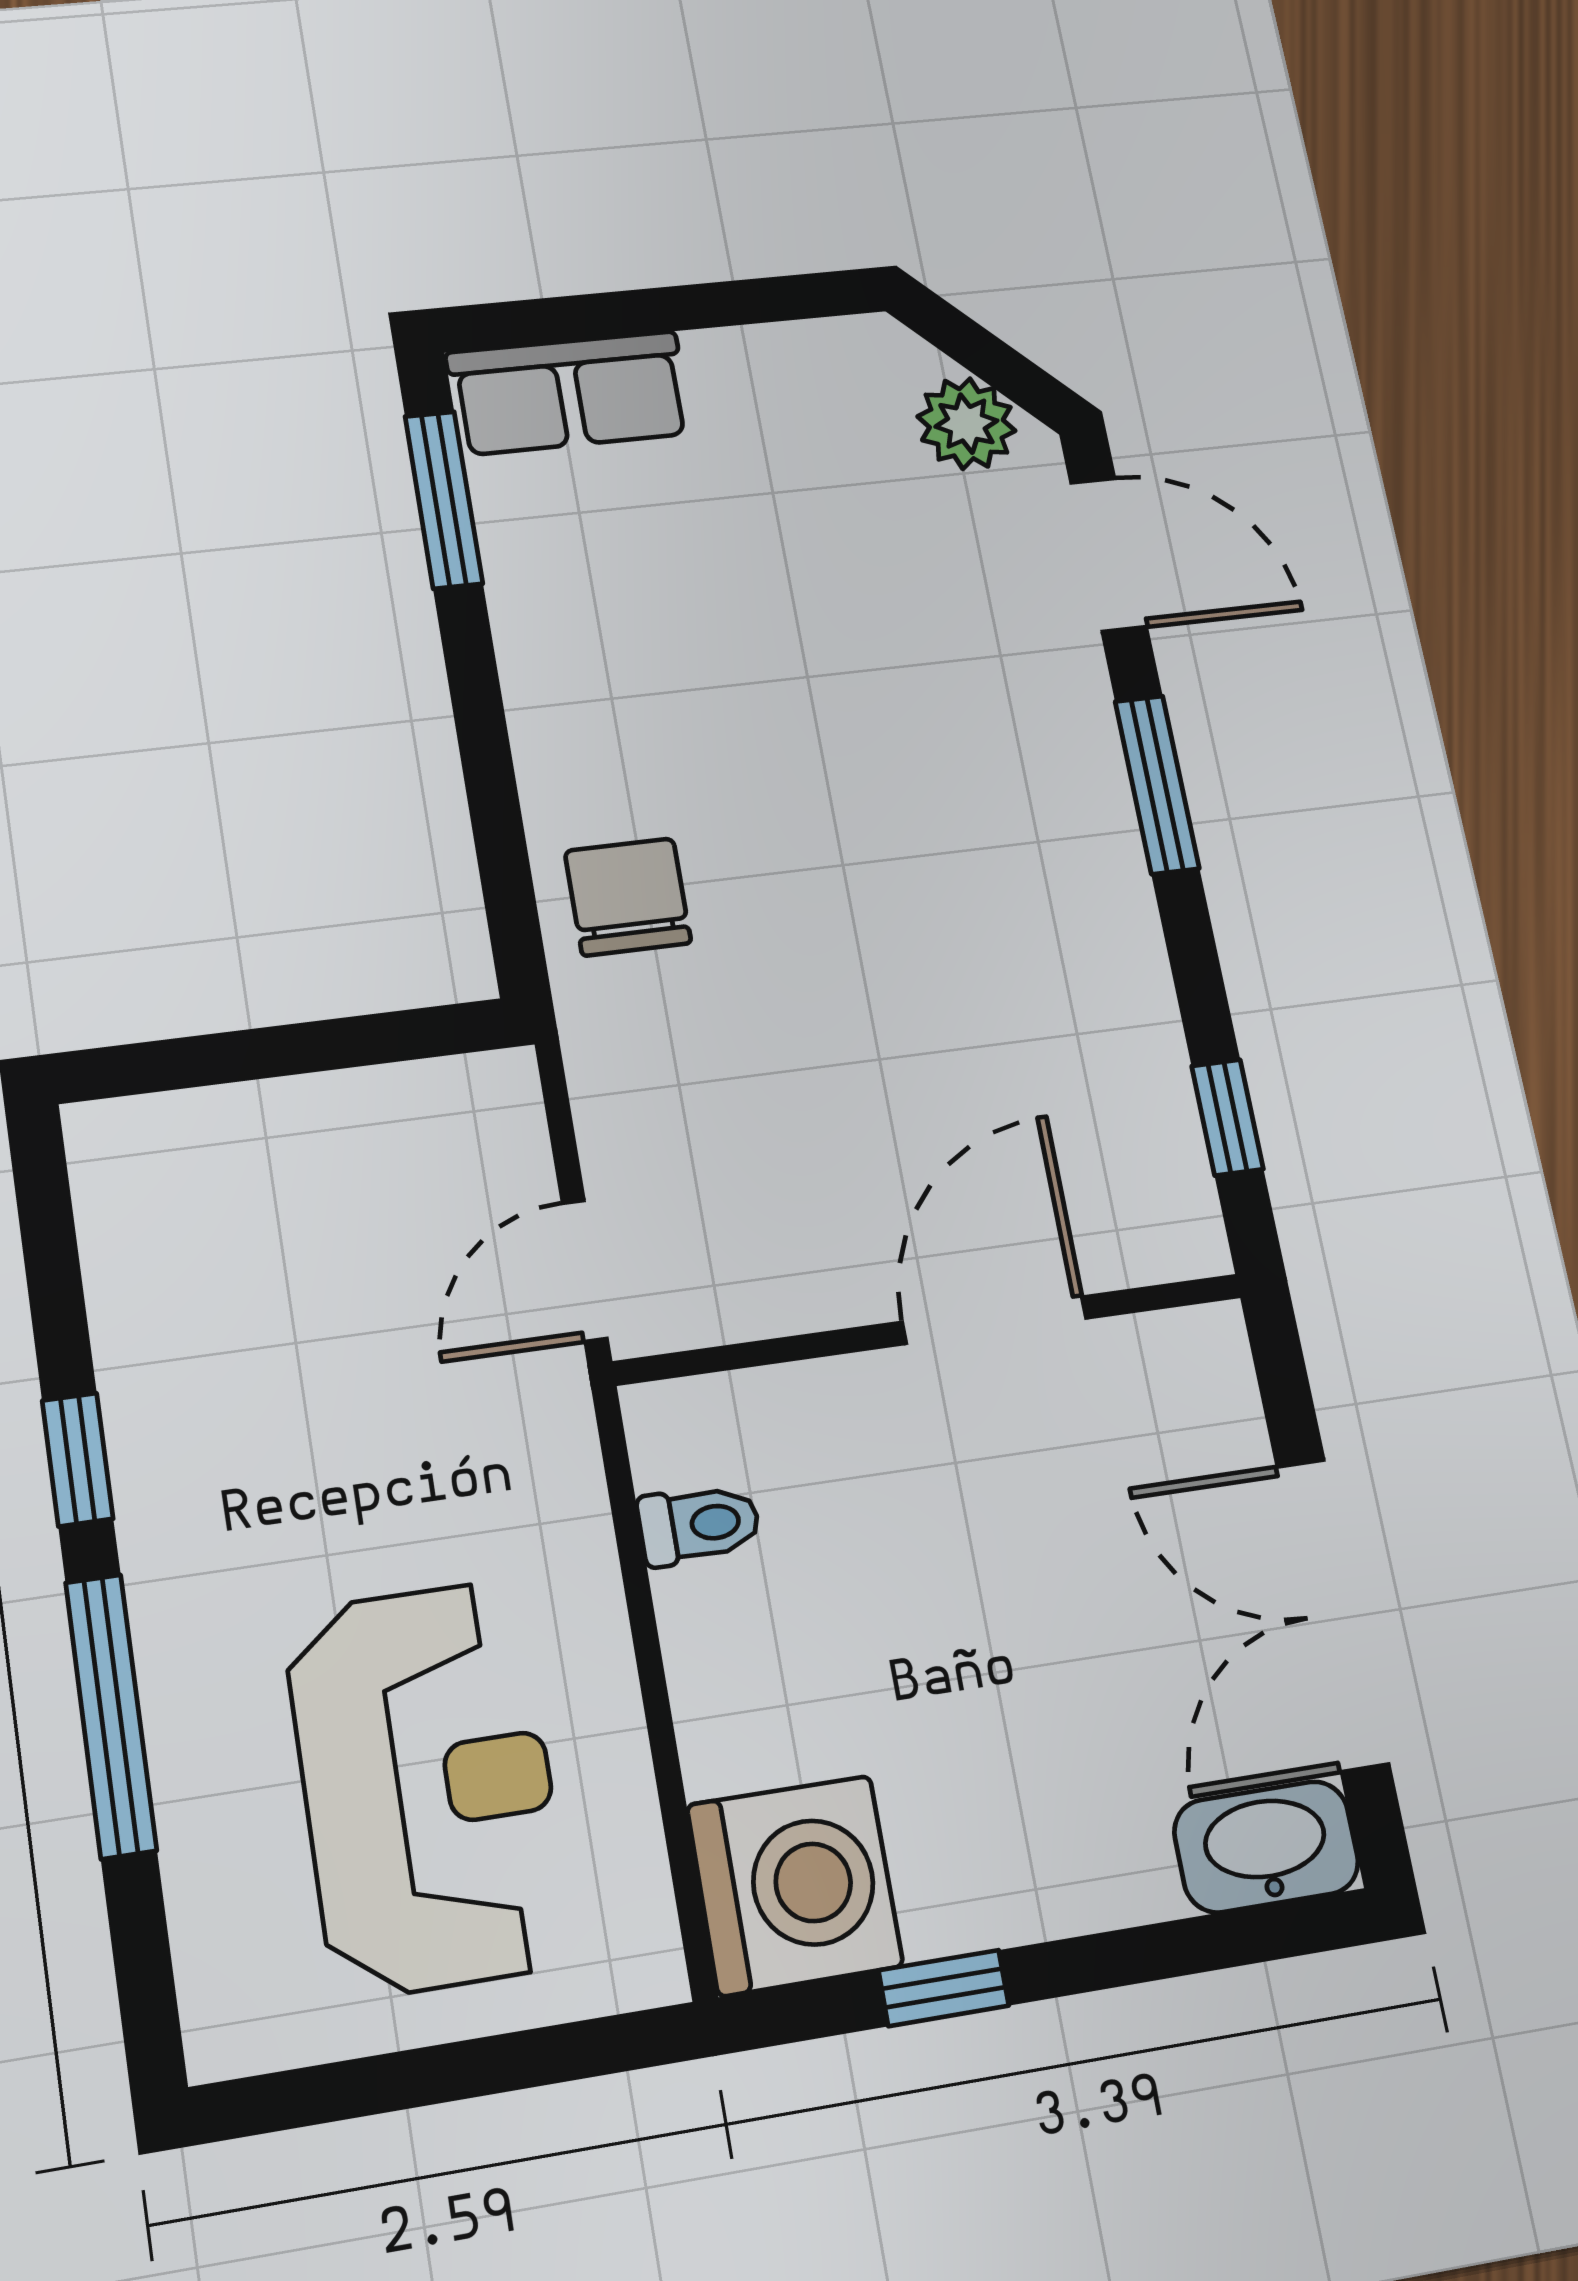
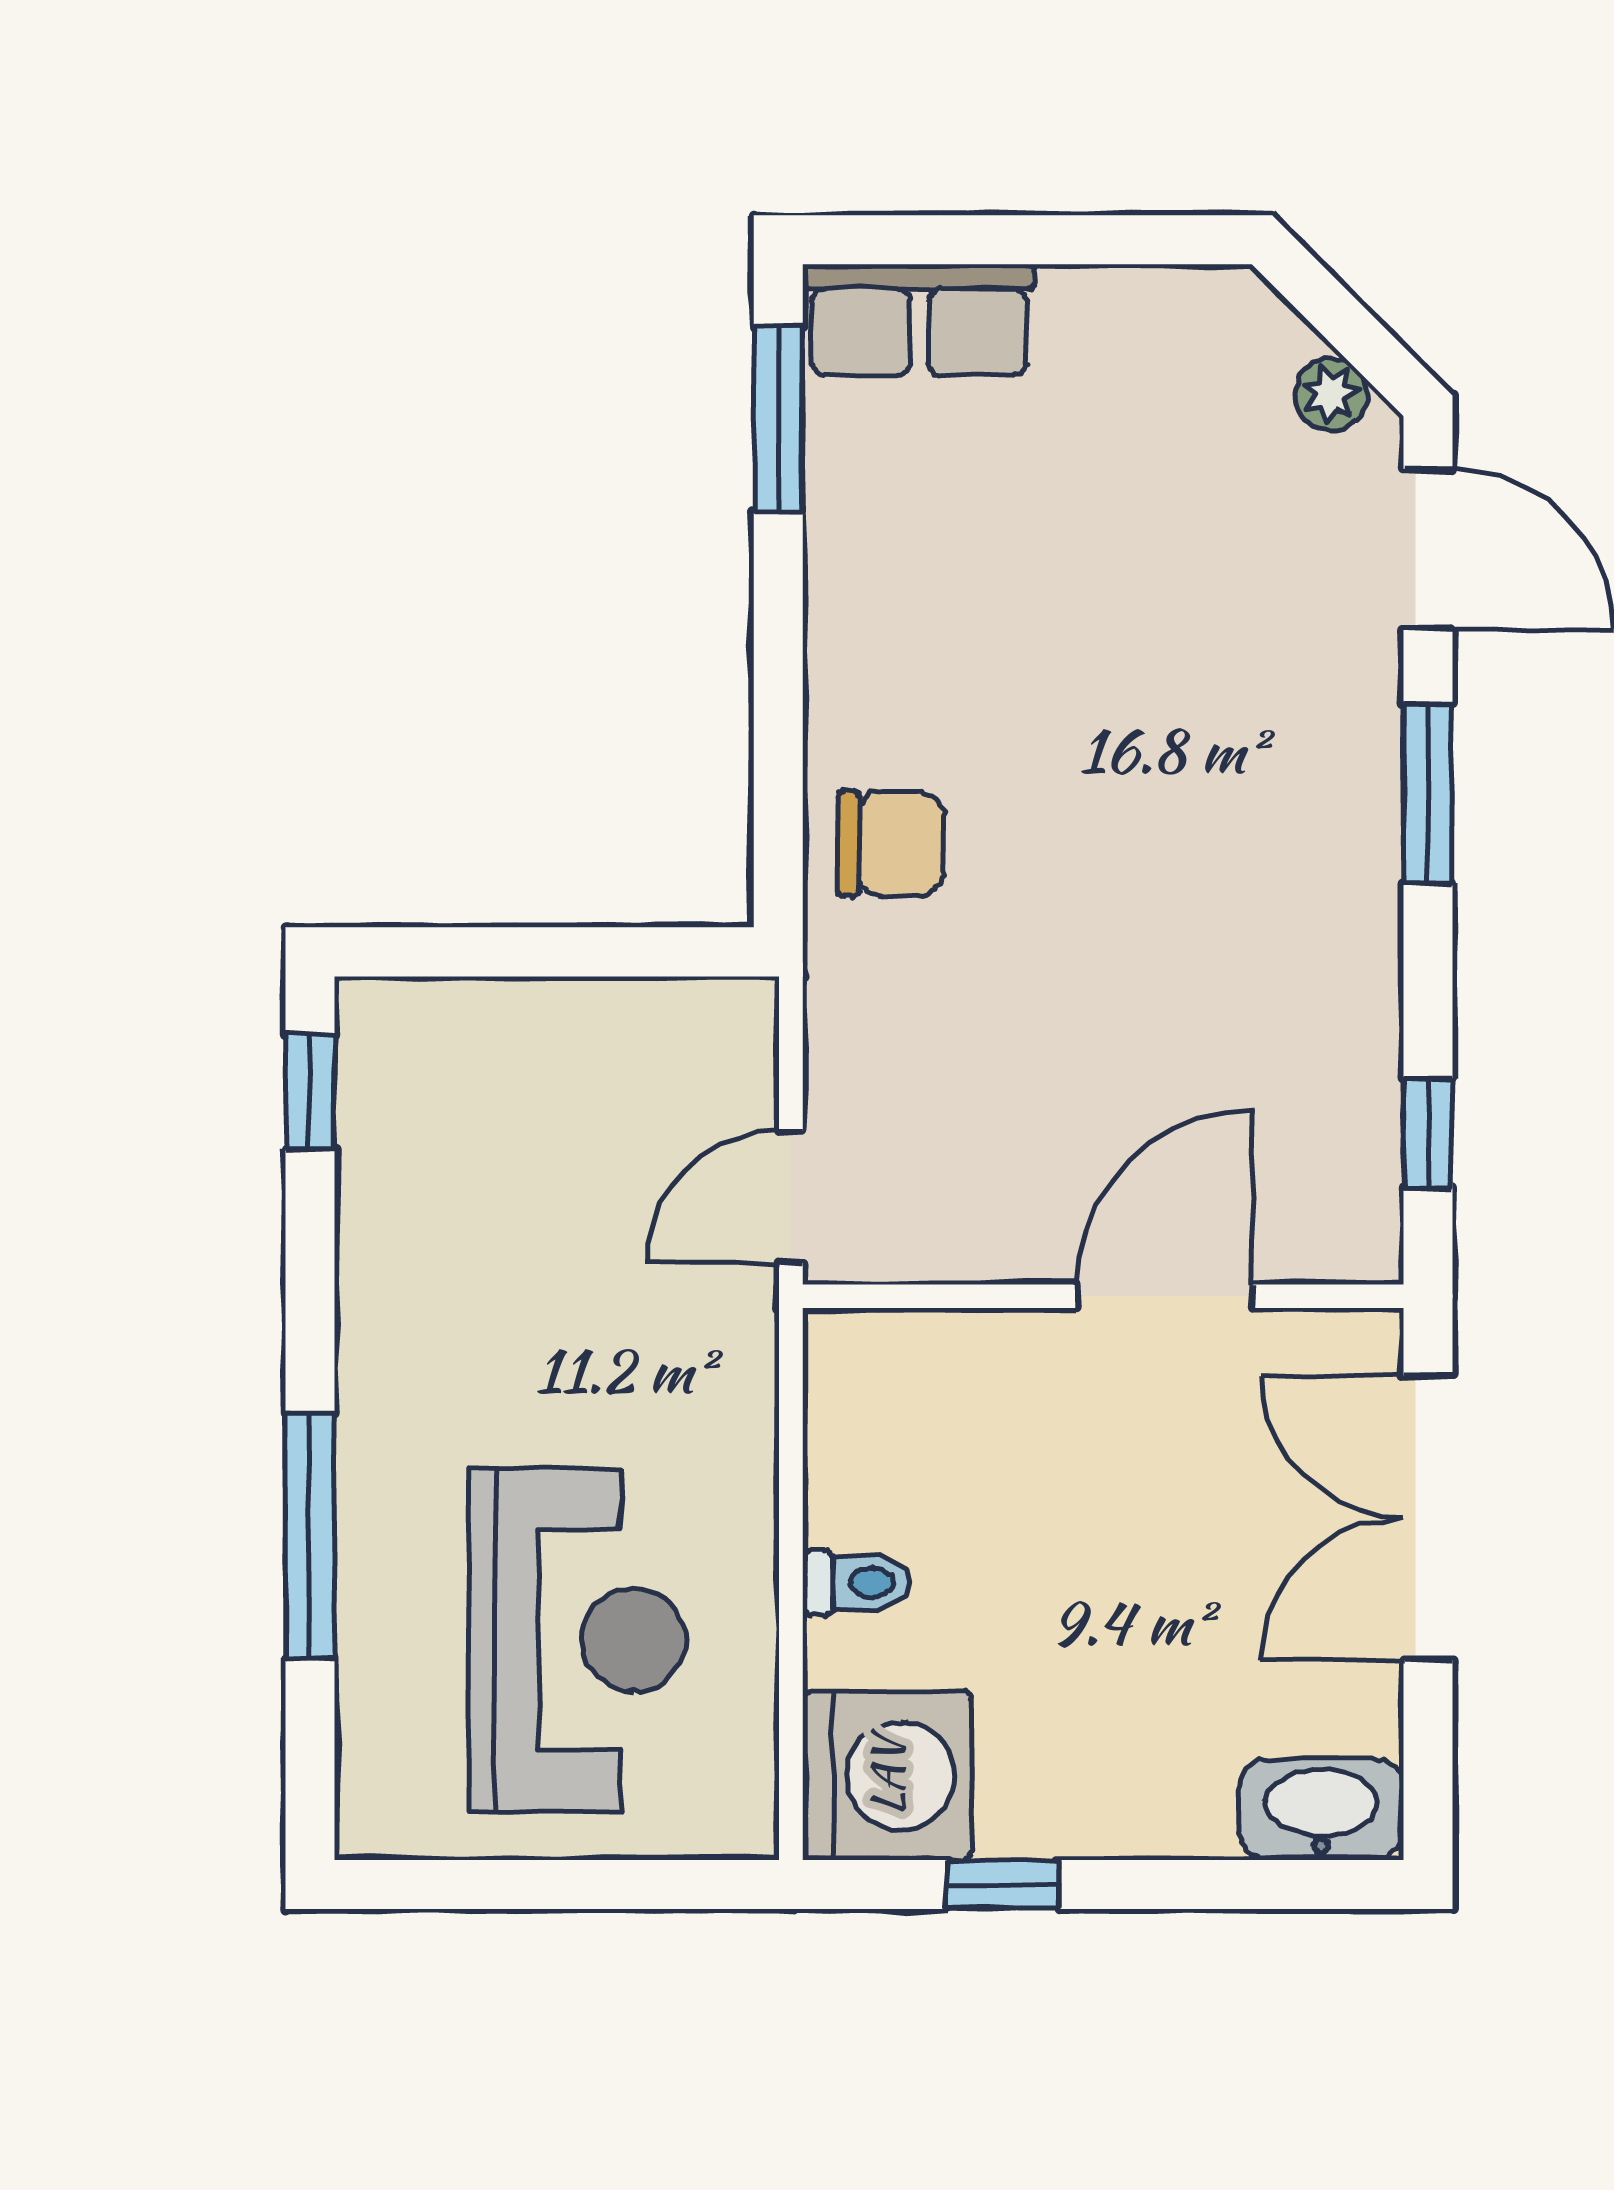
plant: (966, 424) -> (1331, 394), width x0.73, depth x0.73
chair: (628, 897) -> (891, 843), turned 90
window: (78, 1459) -> (310, 1092), moved
toilet: (699, 1525) -> (857, 1583), moved
double door: (1332, 1614) -> (1428, 1518), moved

